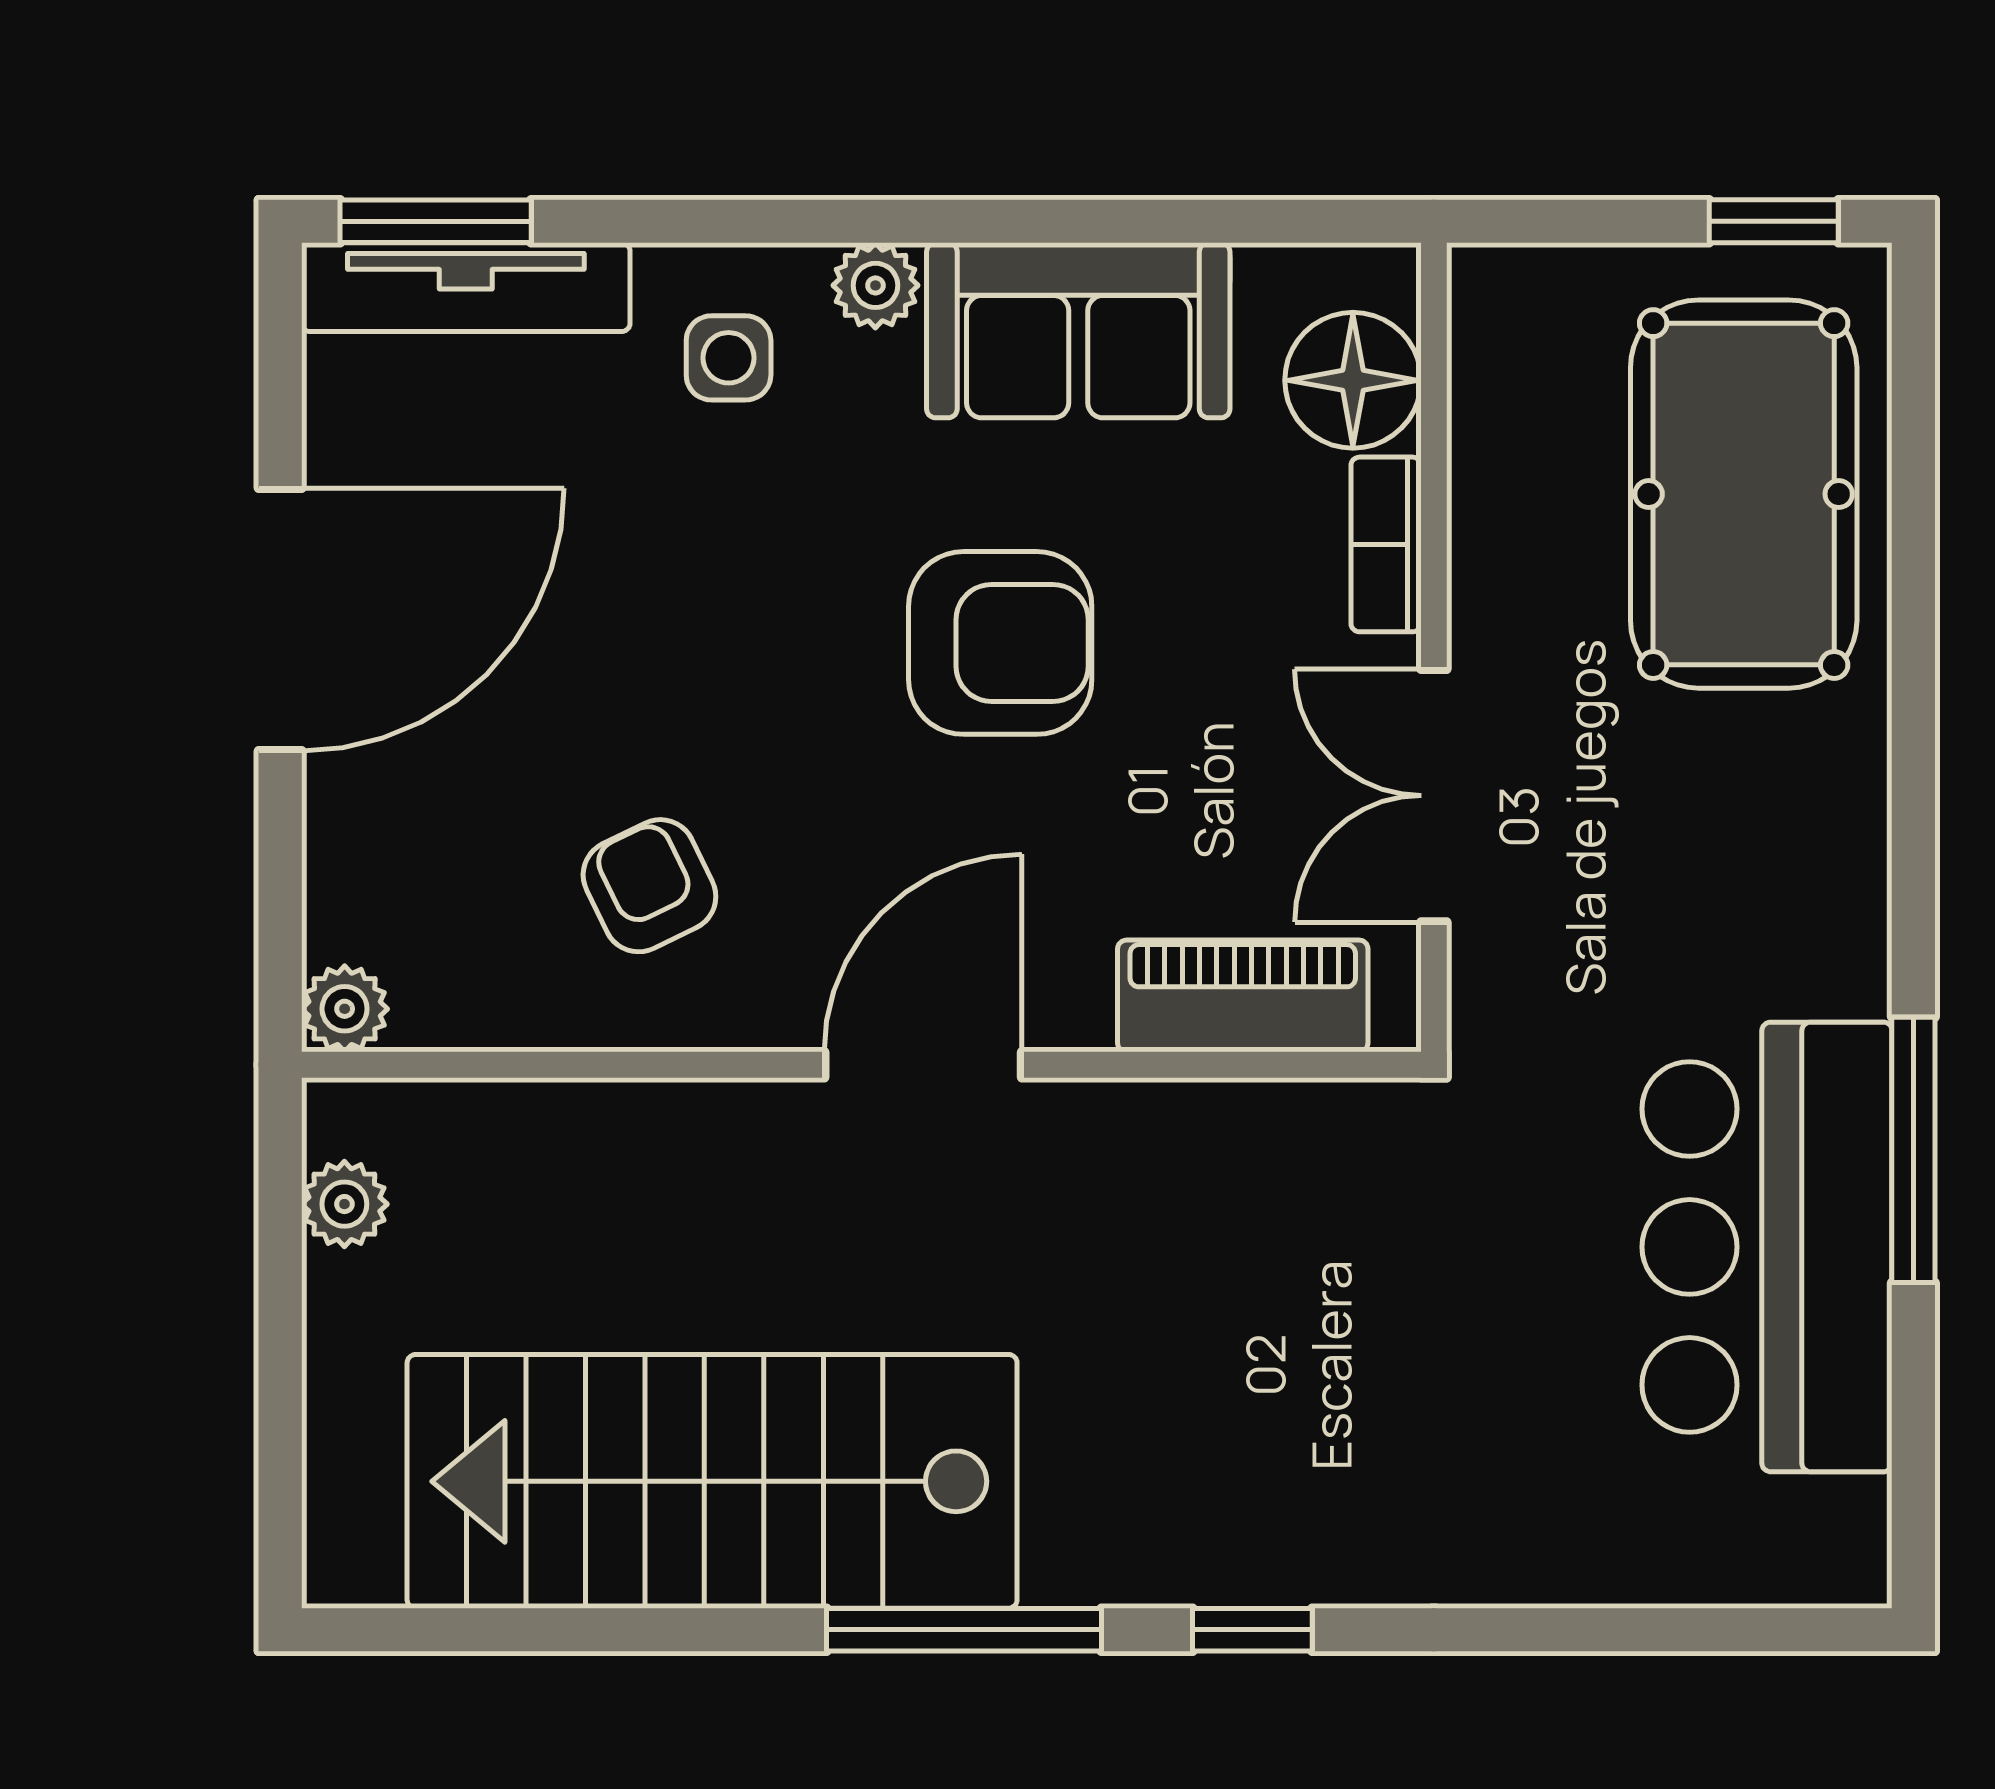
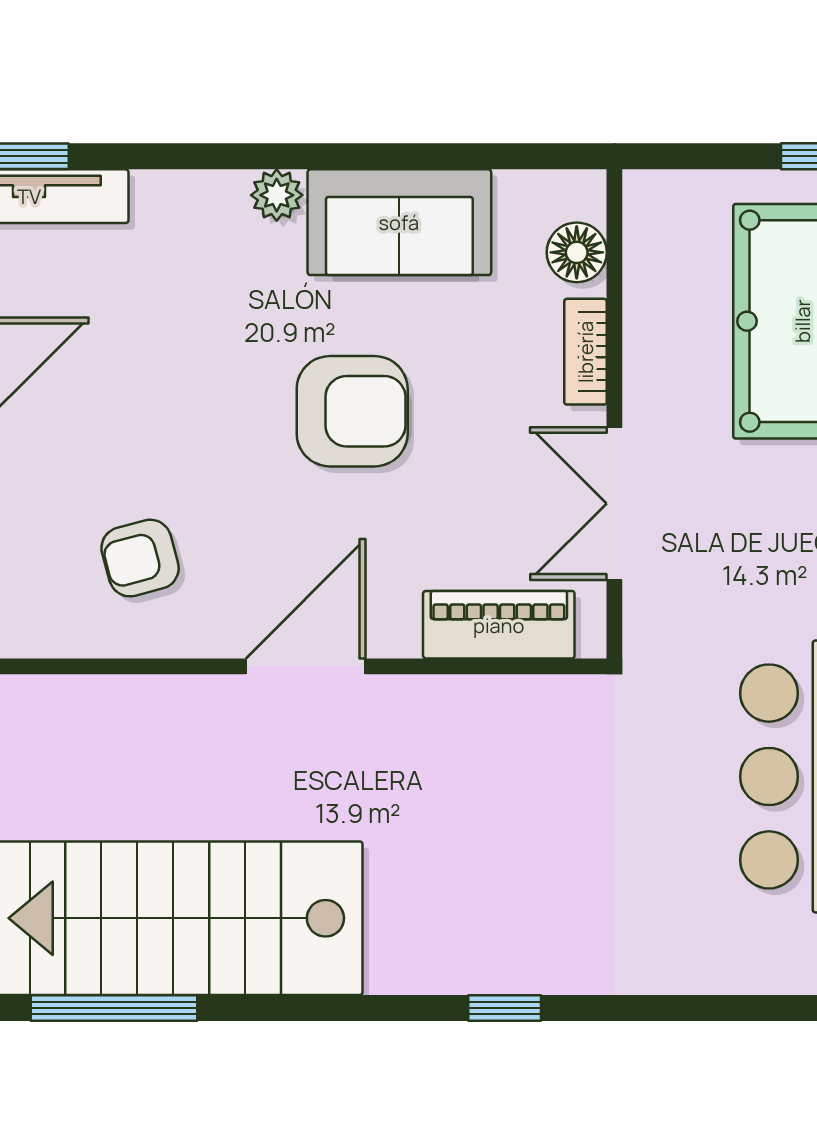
side table: (729, 358) -> (188, 239), removed
floor lamp: (1353, 380) -> (577, 252), width x0.73, depth x0.73
armchair: (649, 886) -> (140, 558), turned -79
window: (964, 1630) -> (114, 1008), moved

